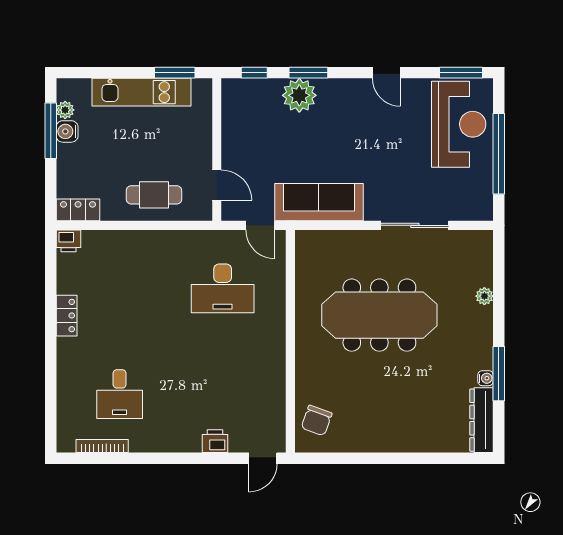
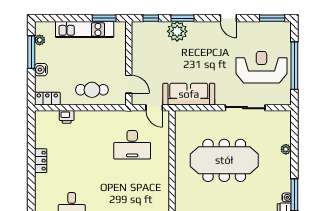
reception desk: (459, 124) -> (261, 67), moved, turned -90
water cooler: (67, 131) -> (41, 70), moved
printer: (68, 241) -> (67, 117), moved

